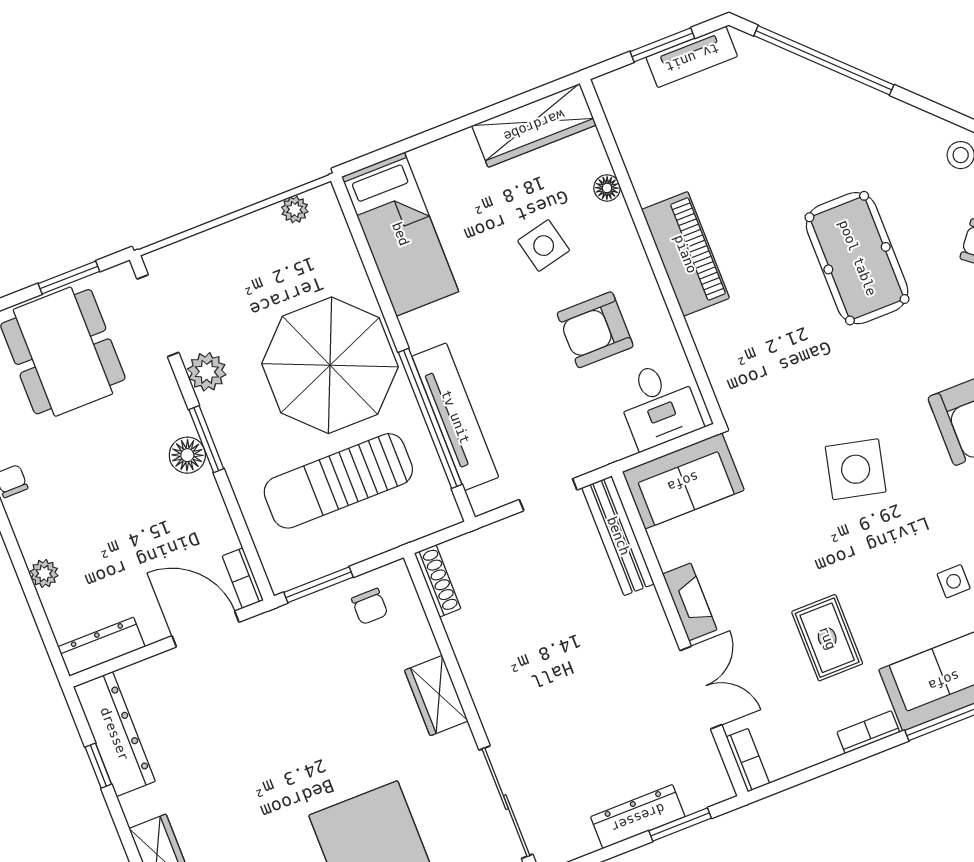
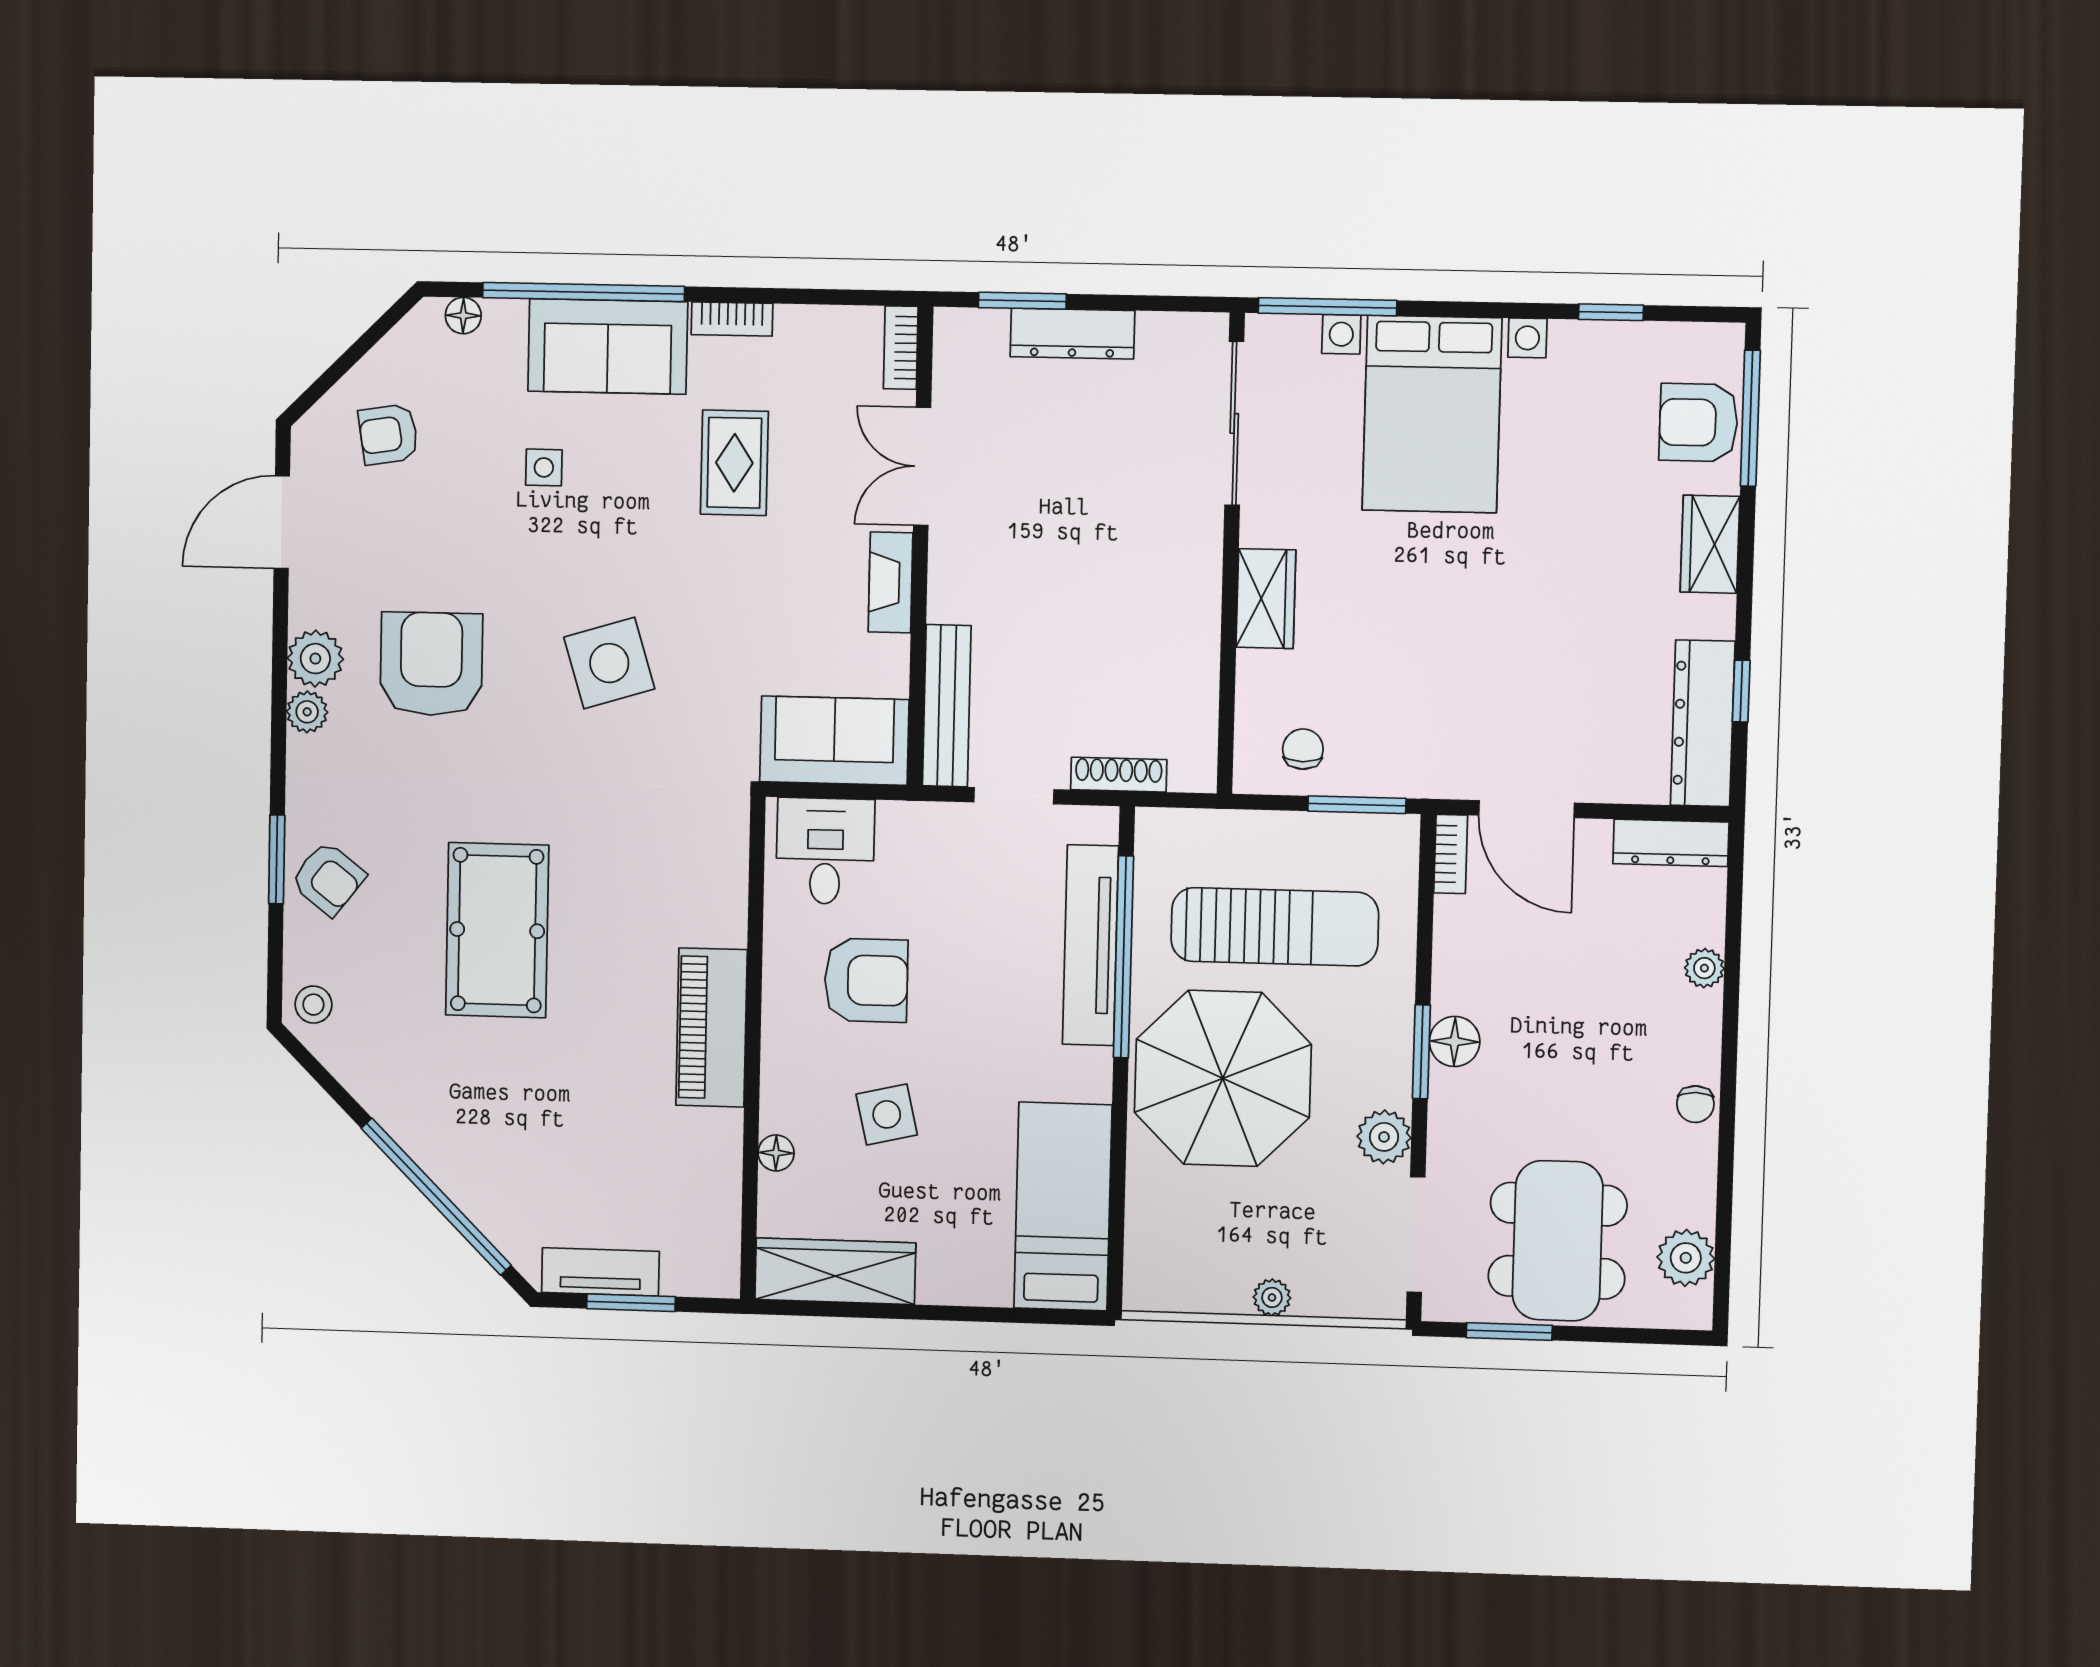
plant: (295, 210) -> (1272, 1297), moved
side table: (856, 469) -> (609, 663), turned -30
shoe rack: (438, 581) -> (1119, 775), moved, turned 90

